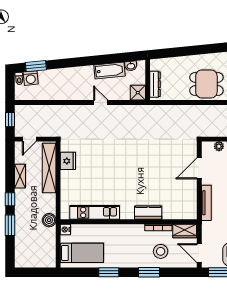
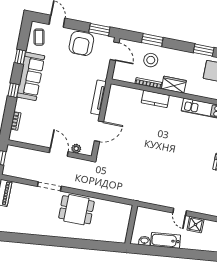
dresser: (155, 84) -> (125, 219), removed
shower: (138, 93) -> (195, 225), moved
wardrobe: (185, 231) -> (174, 85), moved
window: (149, 272) -> (152, 40), moved

